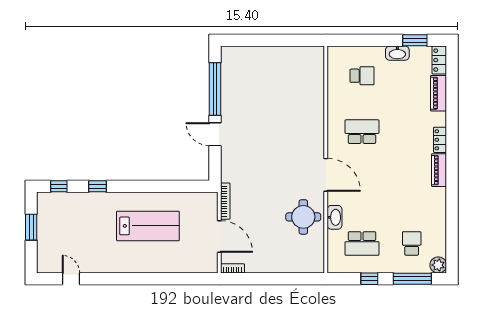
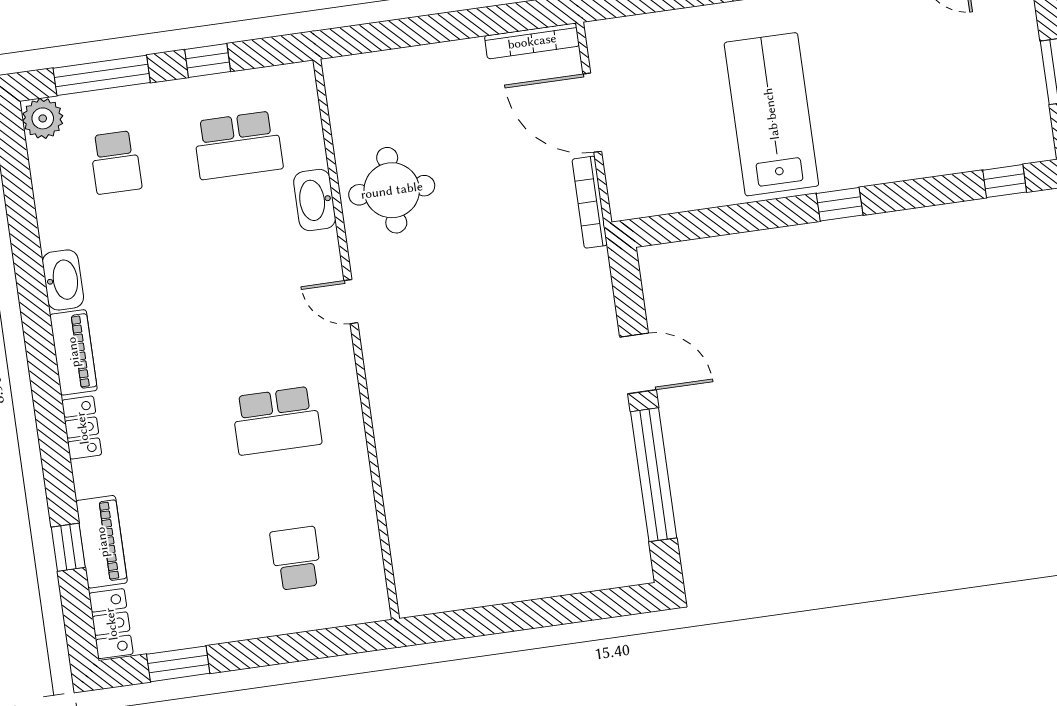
washbasin: (397, 53) -> (63, 280), moved, turned 90
school desk: (362, 76) -> (296, 558), turned 90
window: (452, 93) -> (68, 547), added
door: (326, 175) -> (351, 302), width x0.53
window: (98, 186) -> (840, 204), moved
lab bench: (148, 226) -> (771, 114), turned 90
school desk: (362, 243) -> (238, 145), turned 180
bookcase: (232, 268) -> (532, 41), width x1.56

